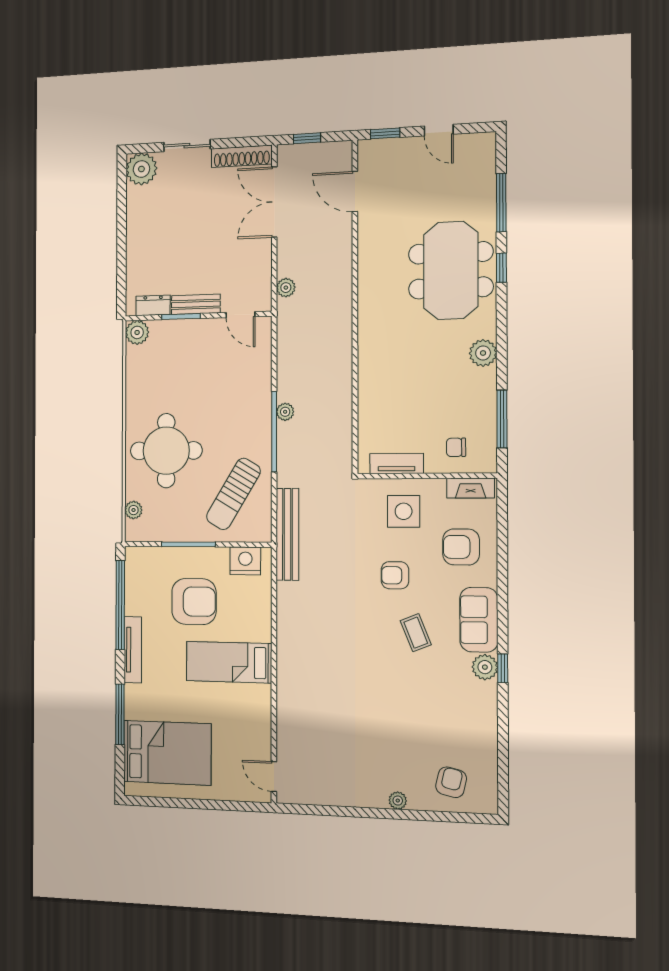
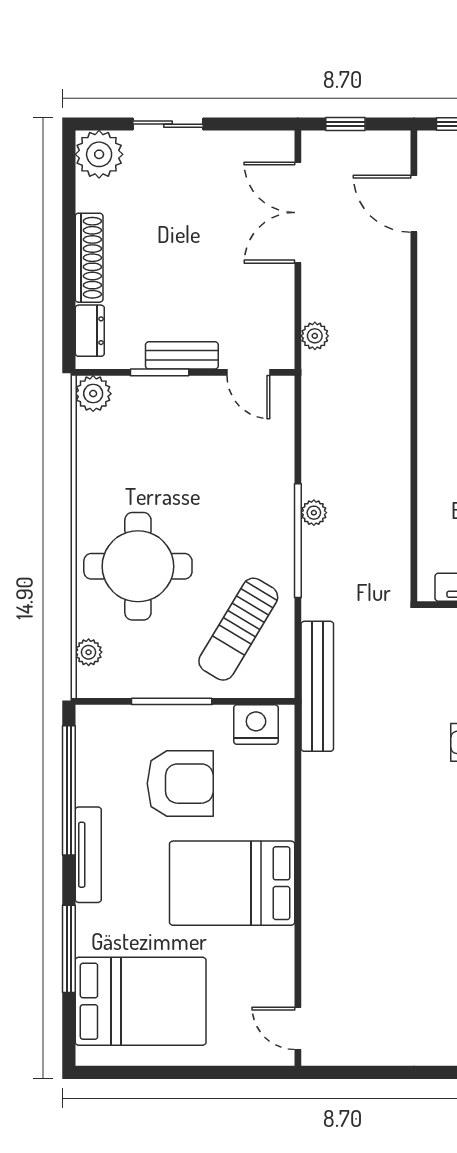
shoe rack: (242, 156) -> (89, 258), moved, turned -90
dresser: (153, 305) -> (90, 331), moved, turned 90
bed: (229, 662) -> (232, 883), width x1.50

